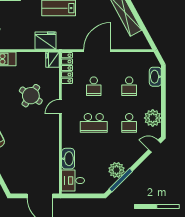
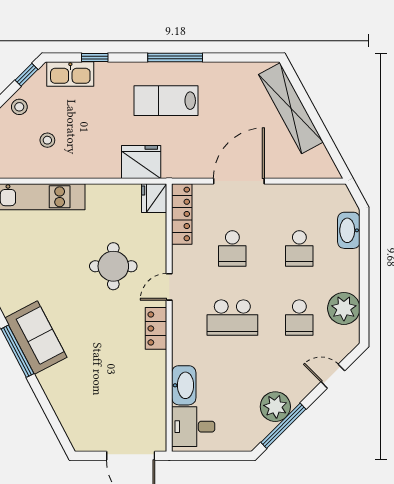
round table: (31, 96) -> (113, 266), turned -34
locker: (53, 129) -> (156, 328), added
door: (155, 146) -> (333, 376), moved

